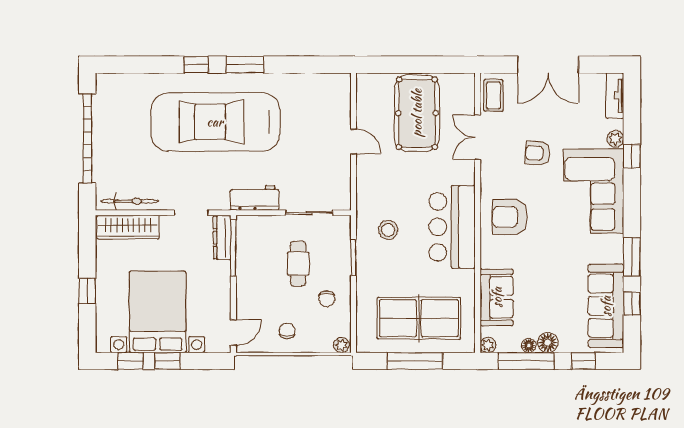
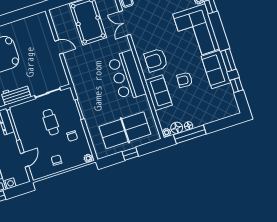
armchair: (538, 153) -> (185, 80), moved
stool: (388, 230) -> (93, 88), removed
sofa: (497, 297) -> (159, 93), moved
sofa: (606, 306) -> (216, 69), moved, width x0.73
door: (233, 333) -> (25, 160), moved
floor lamp: (548, 343) -> (177, 128), moved
window: (415, 361) -> (130, 154), width x0.46
window: (583, 361) -> (220, 124), removed

